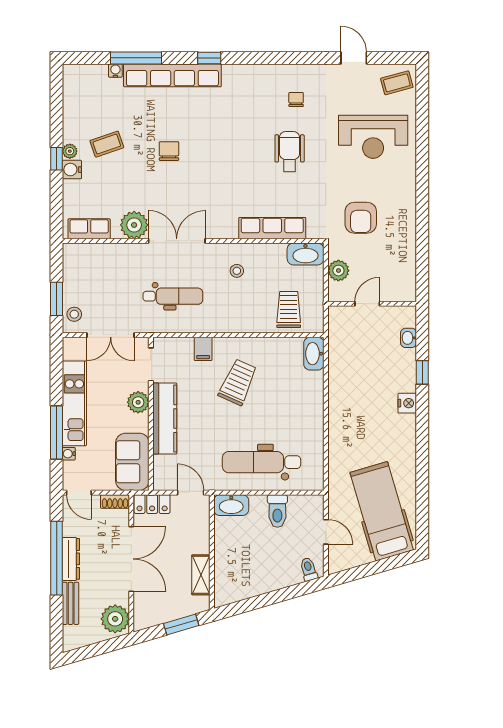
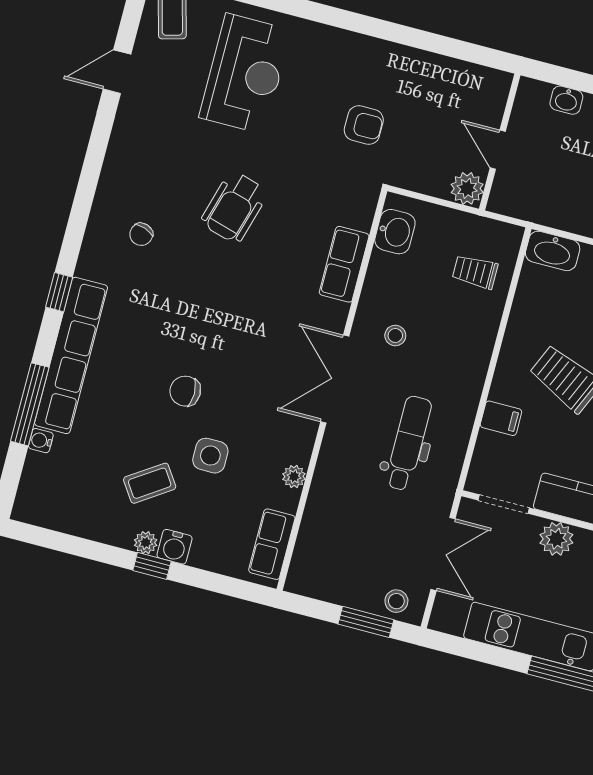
chair: (296, 99) -> (141, 234), moved, turned -71
coffee table: (107, 144) -> (150, 483), turned 75
wheelchair: (290, 152) -> (234, 207), turned -74
side table: (134, 177) -> (210, 456), added
armchair: (361, 218) -> (364, 125), width x0.72, depth x0.72
plant: (134, 225) -> (294, 477), width x0.53, depth x0.53
row of seats: (272, 228) -> (344, 264), width x0.68
double door: (177, 241) -> (335, 379), moved
washbasin: (305, 254) -> (395, 232), width x0.72
plant: (338, 271) -> (467, 188), moved
trolley: (289, 309) -> (475, 272), width x0.73, depth x0.72

